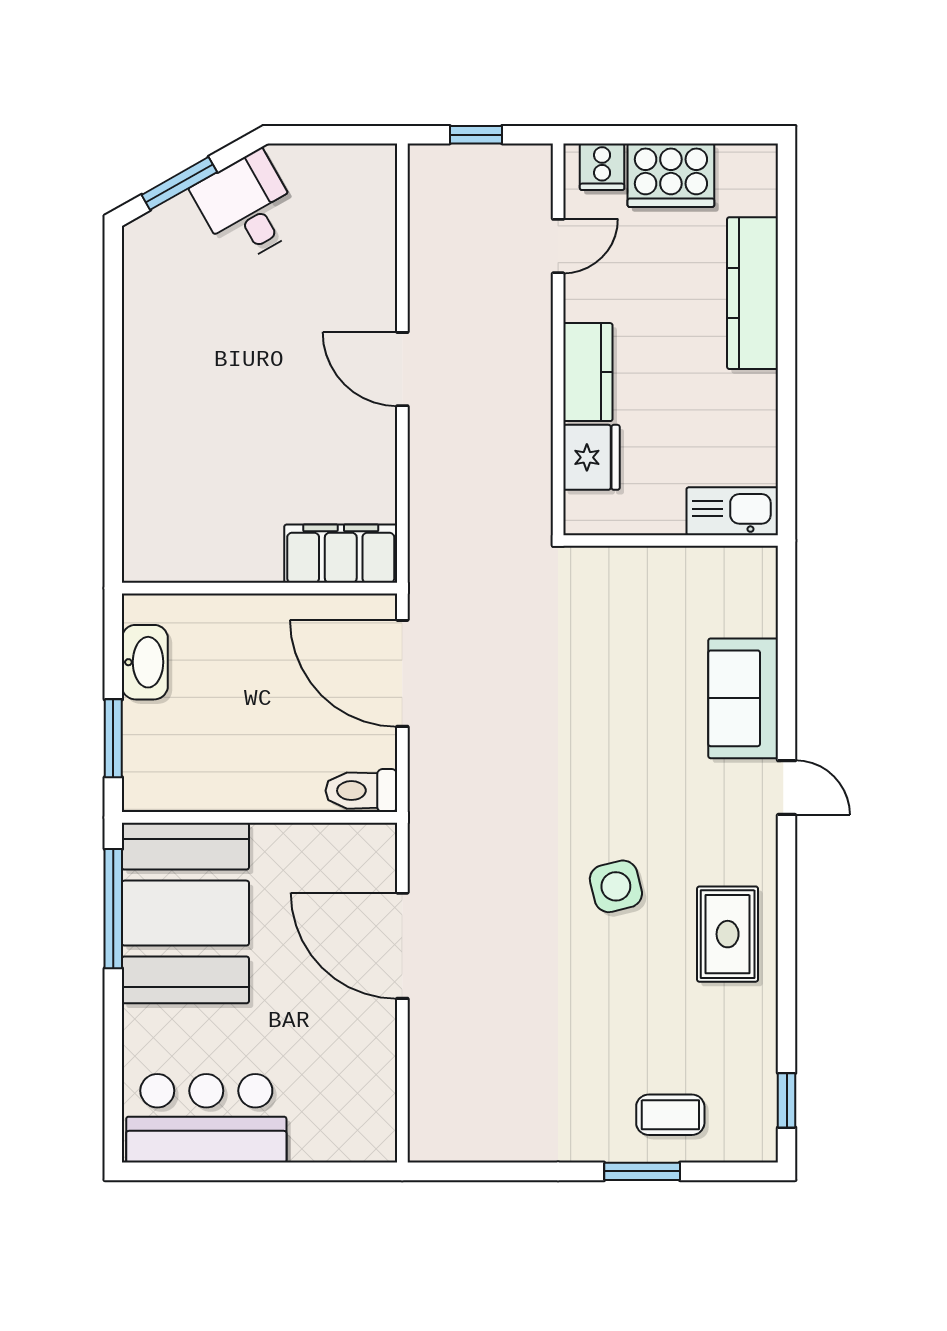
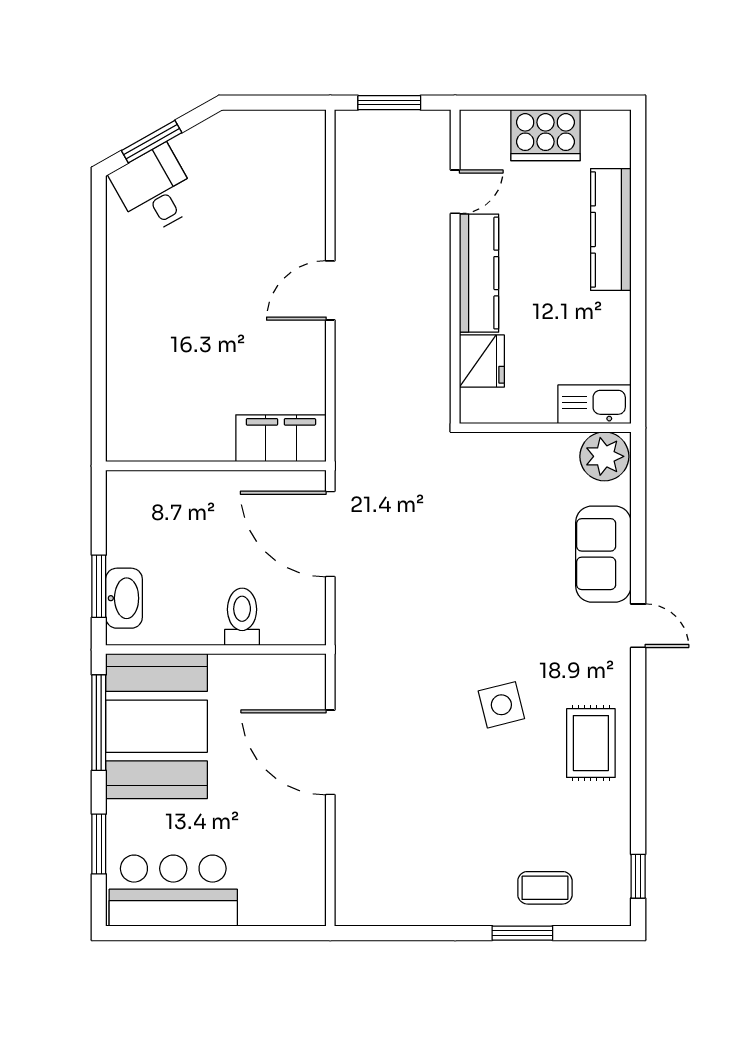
window: (476, 135) -> (389, 103), width x1.50
cooker: (602, 167) -> (490, 128), removed
desk: (248, 207) -> (155, 190), moved
door: (402, 369) -> (330, 290), hinge flipped
kitchen counter: (588, 372) -> (479, 273), width x1.50
plant: (744, 576) -> (604, 456), added
washbasin: (145, 662) -> (124, 598), moved
toilet: (361, 791) -> (242, 617), moved, turned 90
window: (113, 1060) -> (99, 844), added

